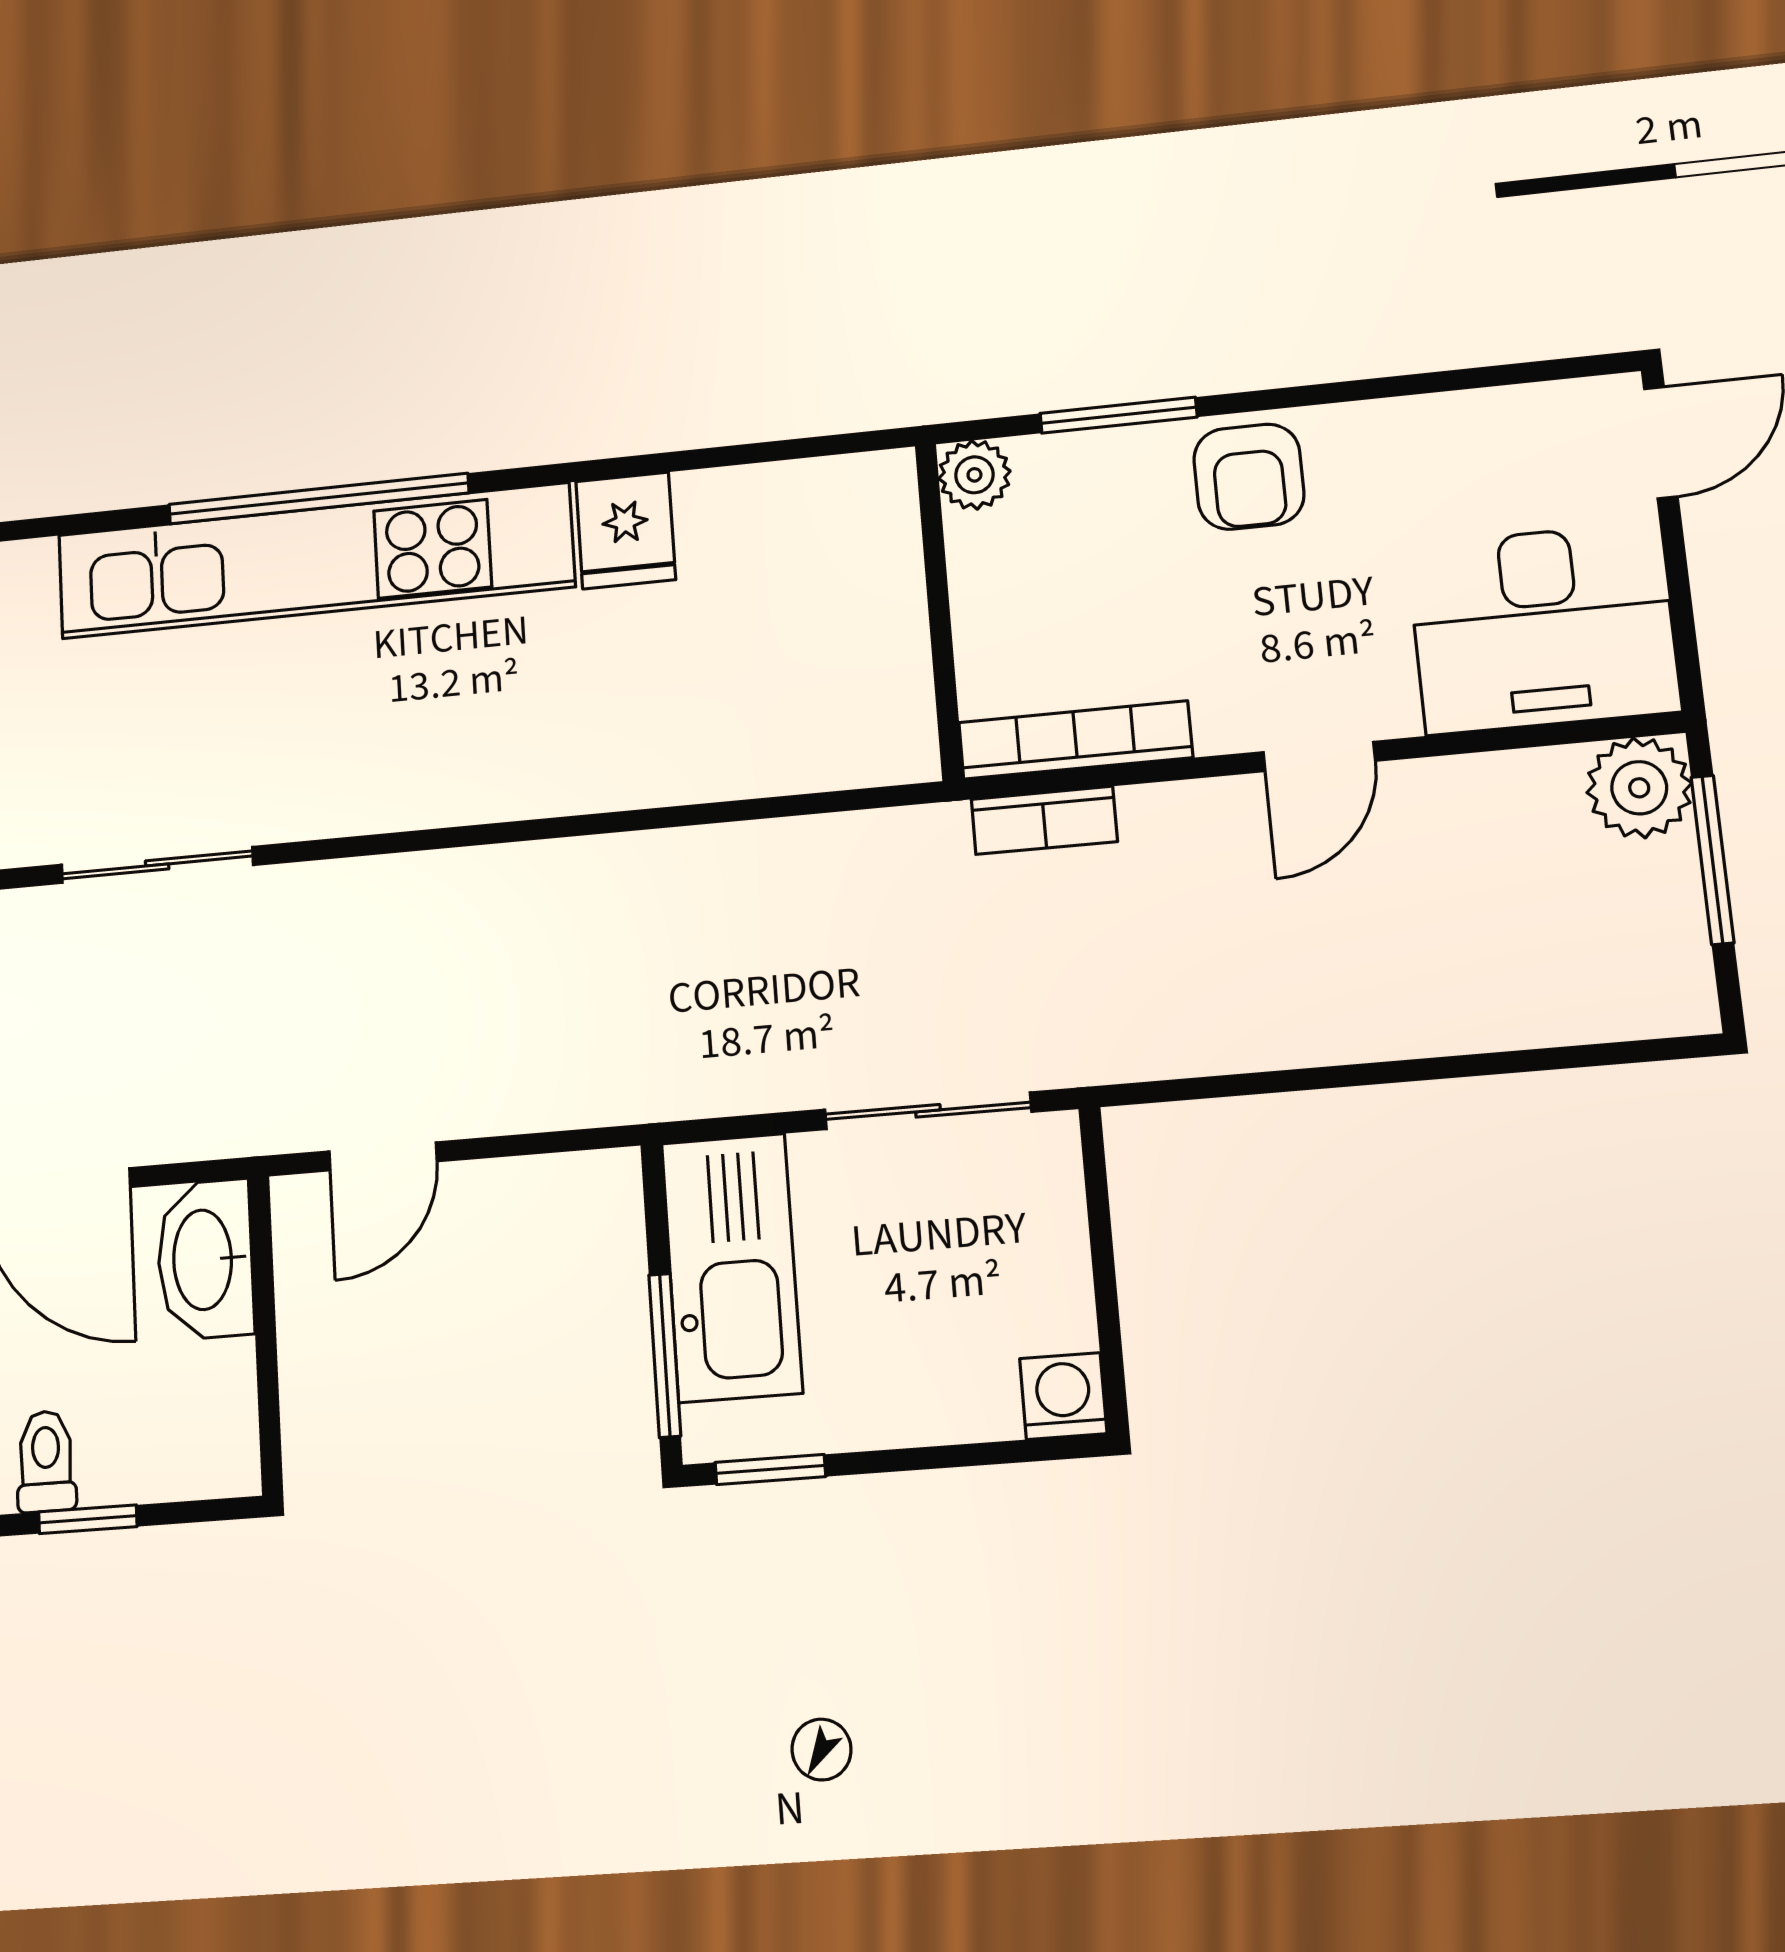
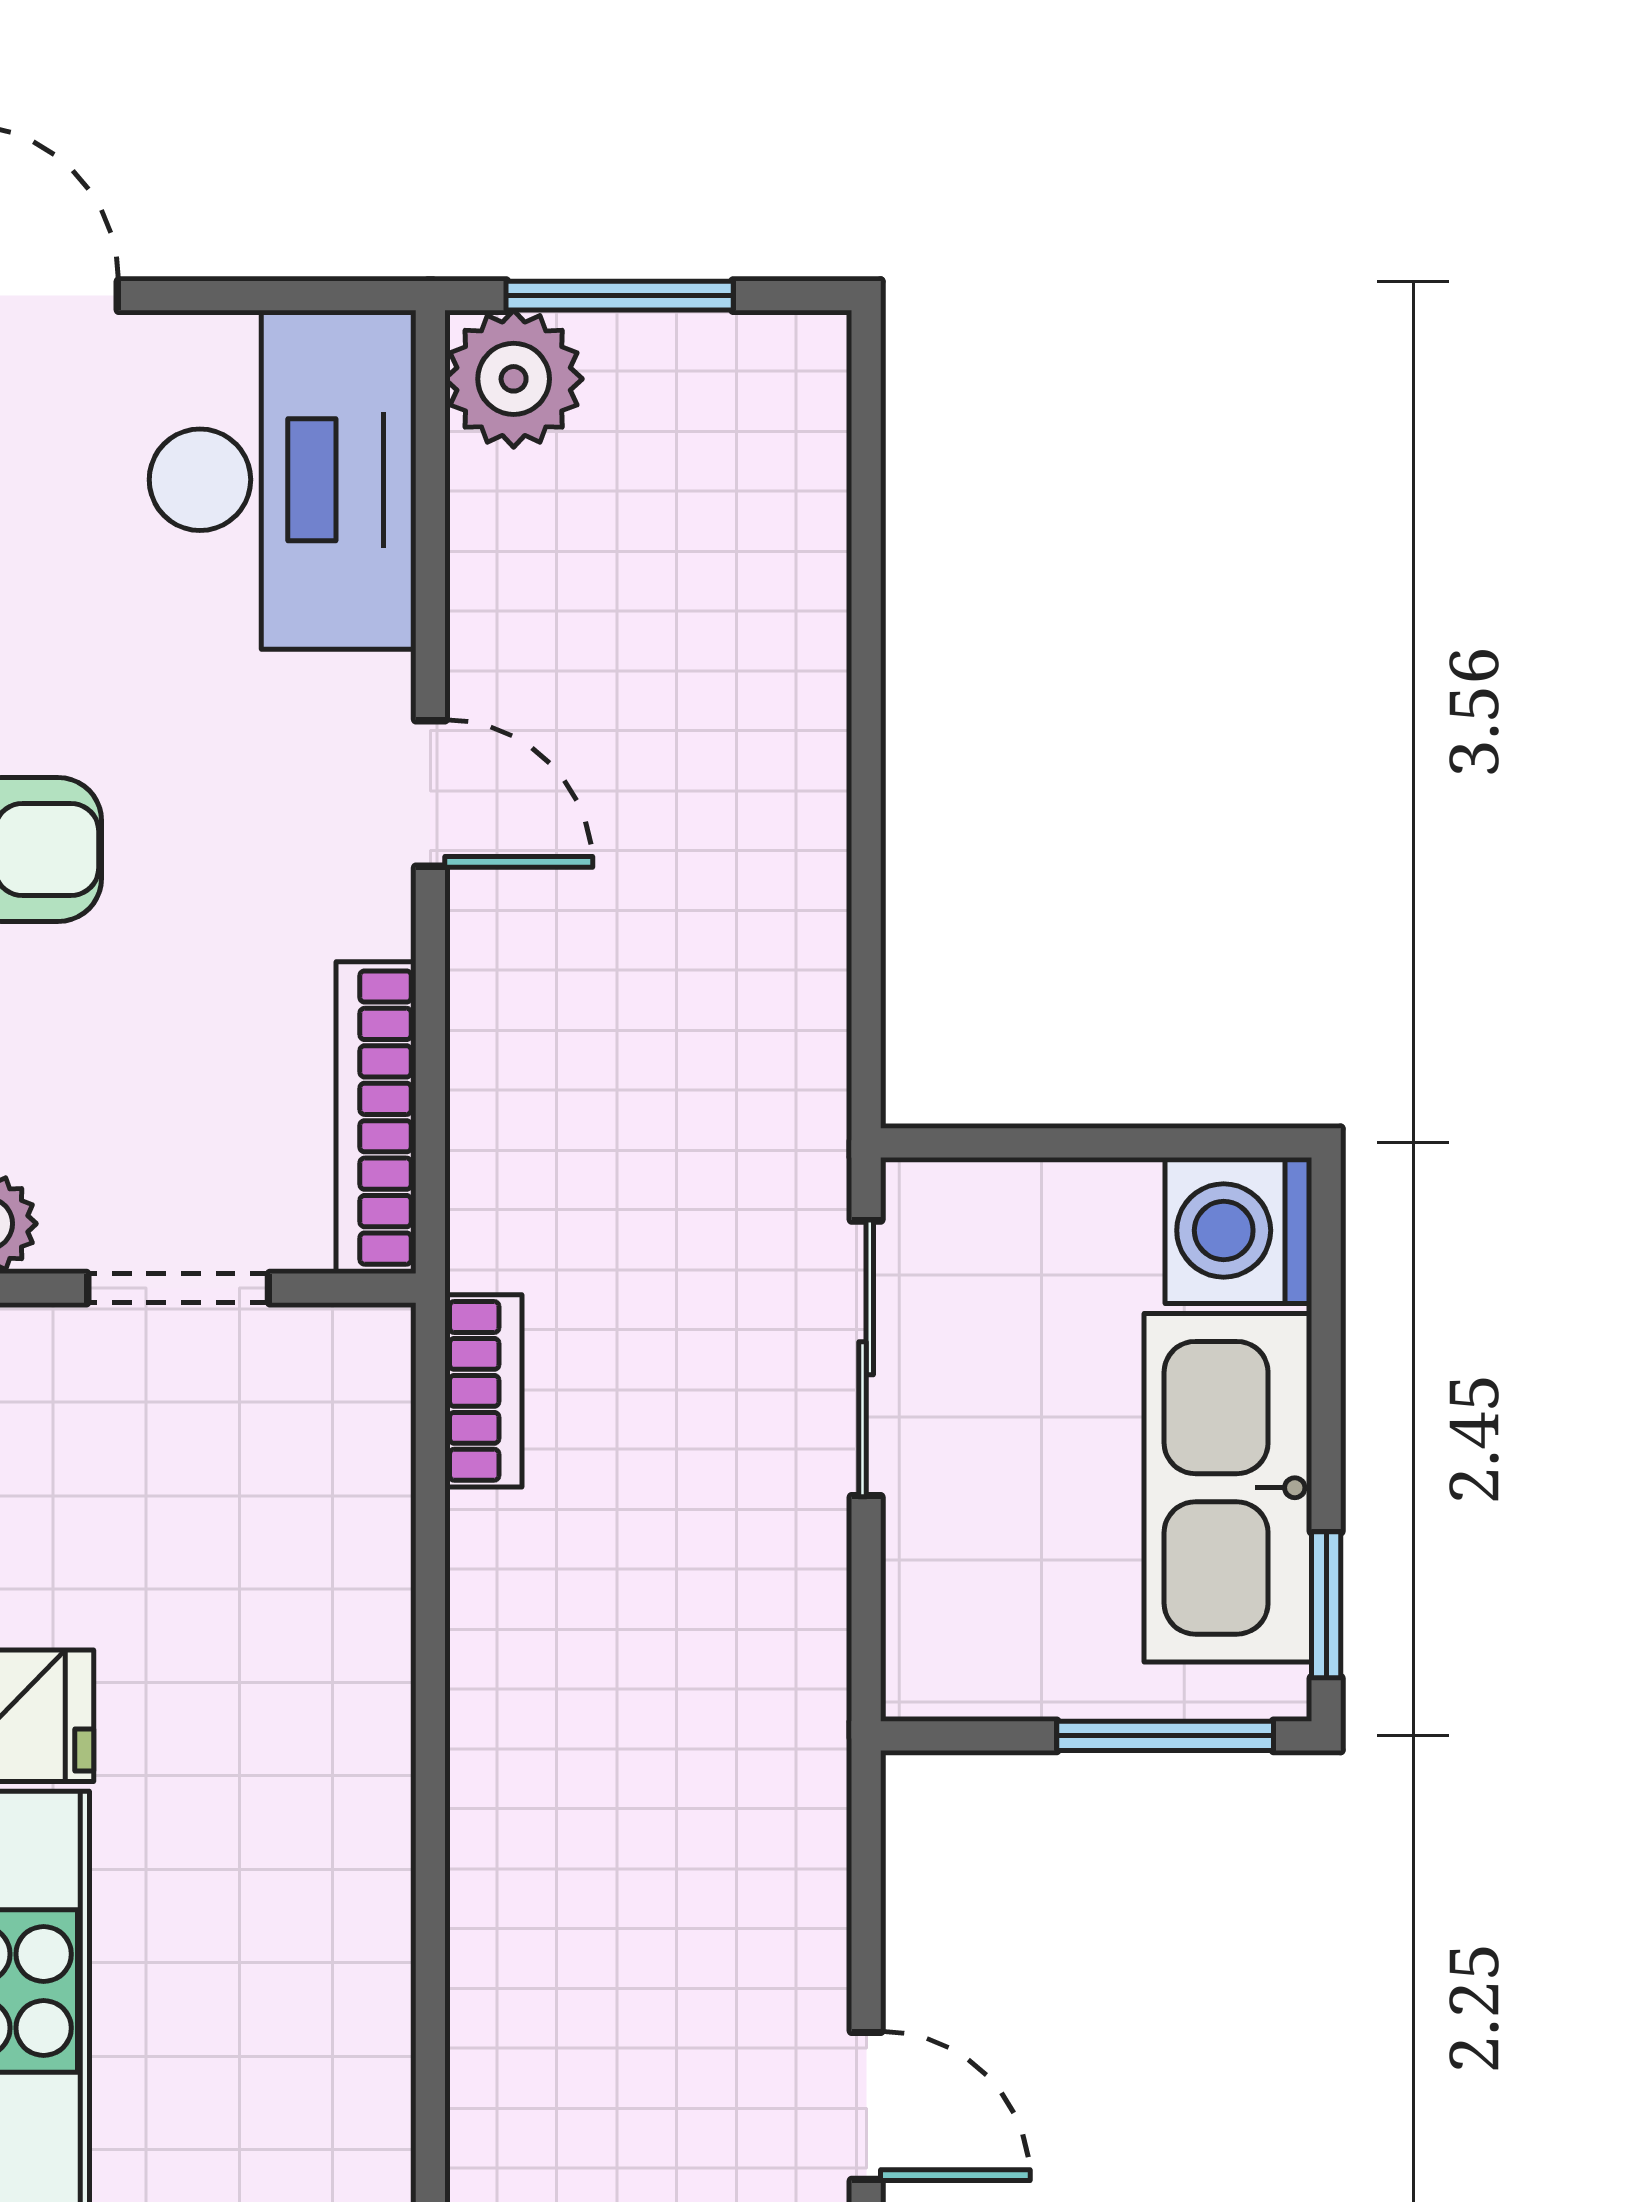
doorway: (939, 613) -> (178, 1288), added
bookcase: (1044, 820) -> (483, 1391), moved
kitchen sink: (732, 1268) -> (1228, 1488), moved, turned -90
washing machine: (1063, 1396) -> (1238, 1230), width x1.38, depth x1.38

